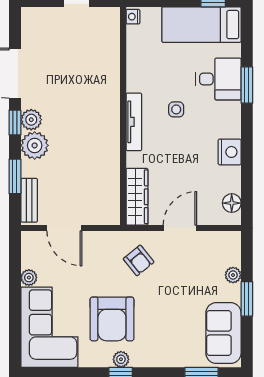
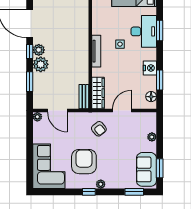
desk: (219, 79) -> (144, 31), width x1.37
window: (247, 173) -> (160, 80), added
bench: (29, 200) -> (84, 97), moved
plant: (29, 278) -> (37, 117), moved
window: (247, 299) -> (160, 168), moved
armchair: (112, 319) -> (84, 162), turned 180
plant: (121, 359) -> (101, 184), moved

